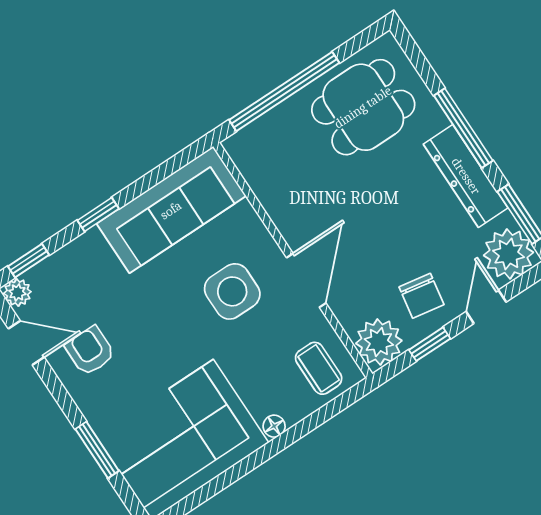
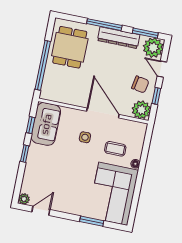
sofa: (171, 210) -> (46, 124), width x0.73
window: (28, 261) -> (31, 125), moved
door: (306, 280) -> (103, 113), width x1.36
side table: (232, 291) -> (85, 137), width x0.54, depth x0.54
armchair: (90, 351) -> (61, 195), removed
coffee table: (319, 368) -> (115, 149), moved

